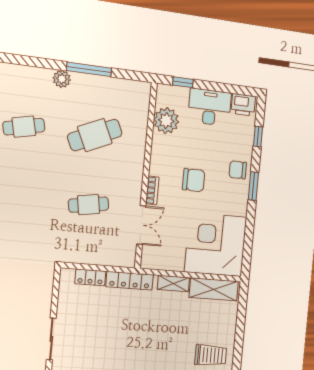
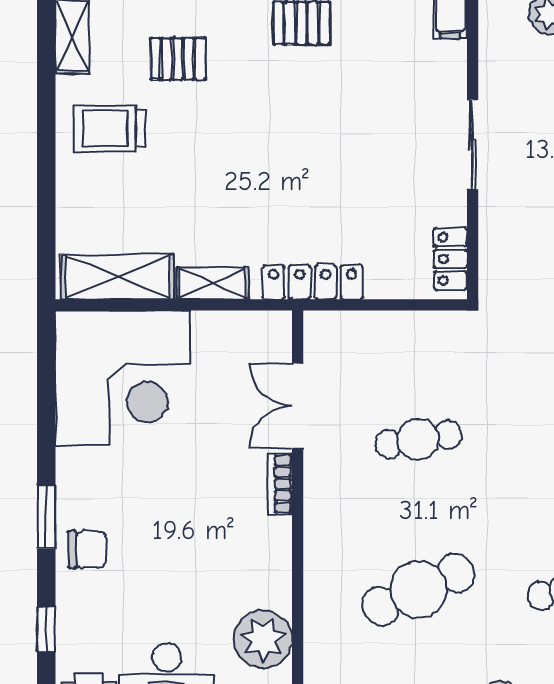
chair: (194, 180) -> (188, 516), removed
locker: (90, 277) -> (451, 259), moved, turned -90

